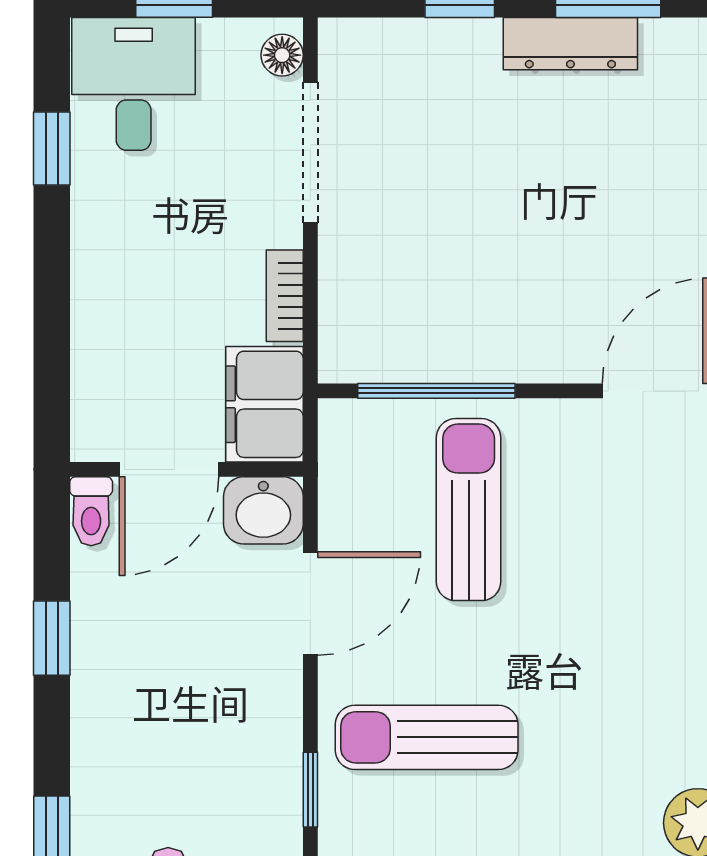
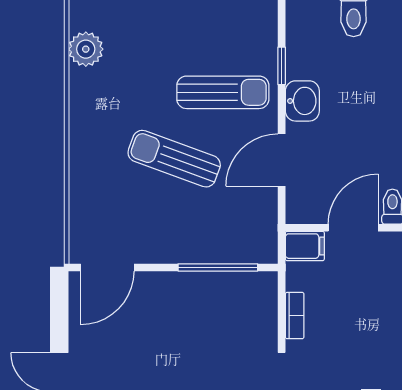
filing cabinet: (265, 404) -> (305, 246), width x0.50
washbasin: (263, 510) -> (302, 101), moved, turned 90
sun lounger: (469, 510) -> (174, 159), moved, turned 110

